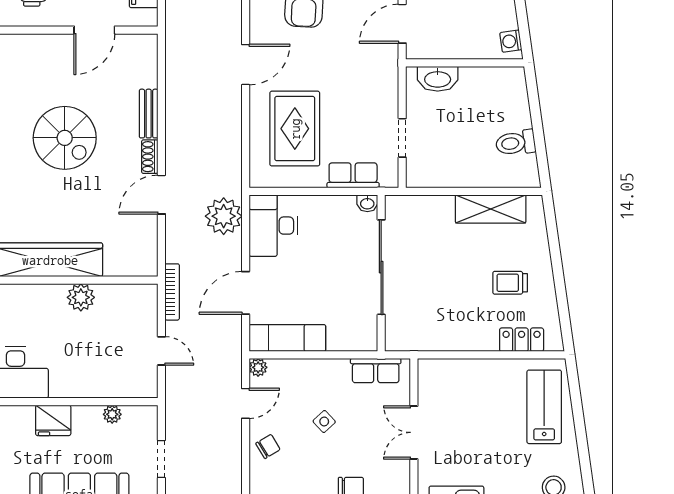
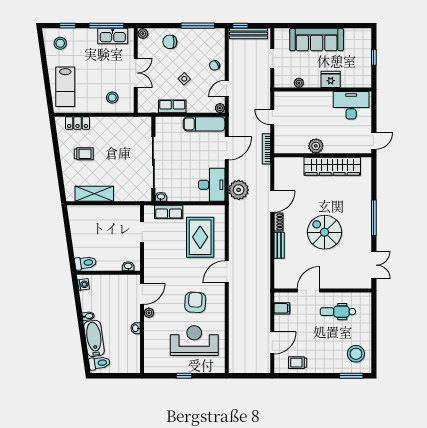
washbasin: (438, 79) -> (128, 266), width x0.52, depth x0.69
toilet: (516, 143) -> (85, 263), moved
row of seats: (376, 371) -> (172, 106), moved
stool: (457, 387) -> (112, 98), added

